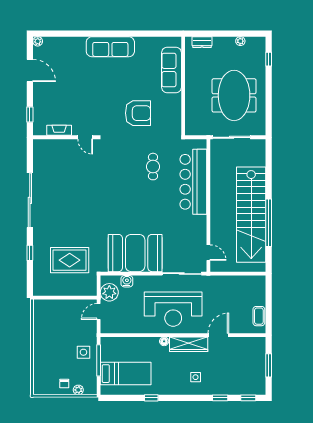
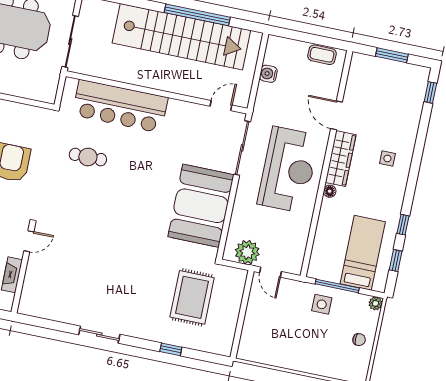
sliding door: (30, 200) -> (99, 335), width x0.54
water cooler: (127, 281) -> (268, 74), moved
plant: (78, 390) -> (376, 303), moved
window: (220, 398) -> (396, 261), moved

